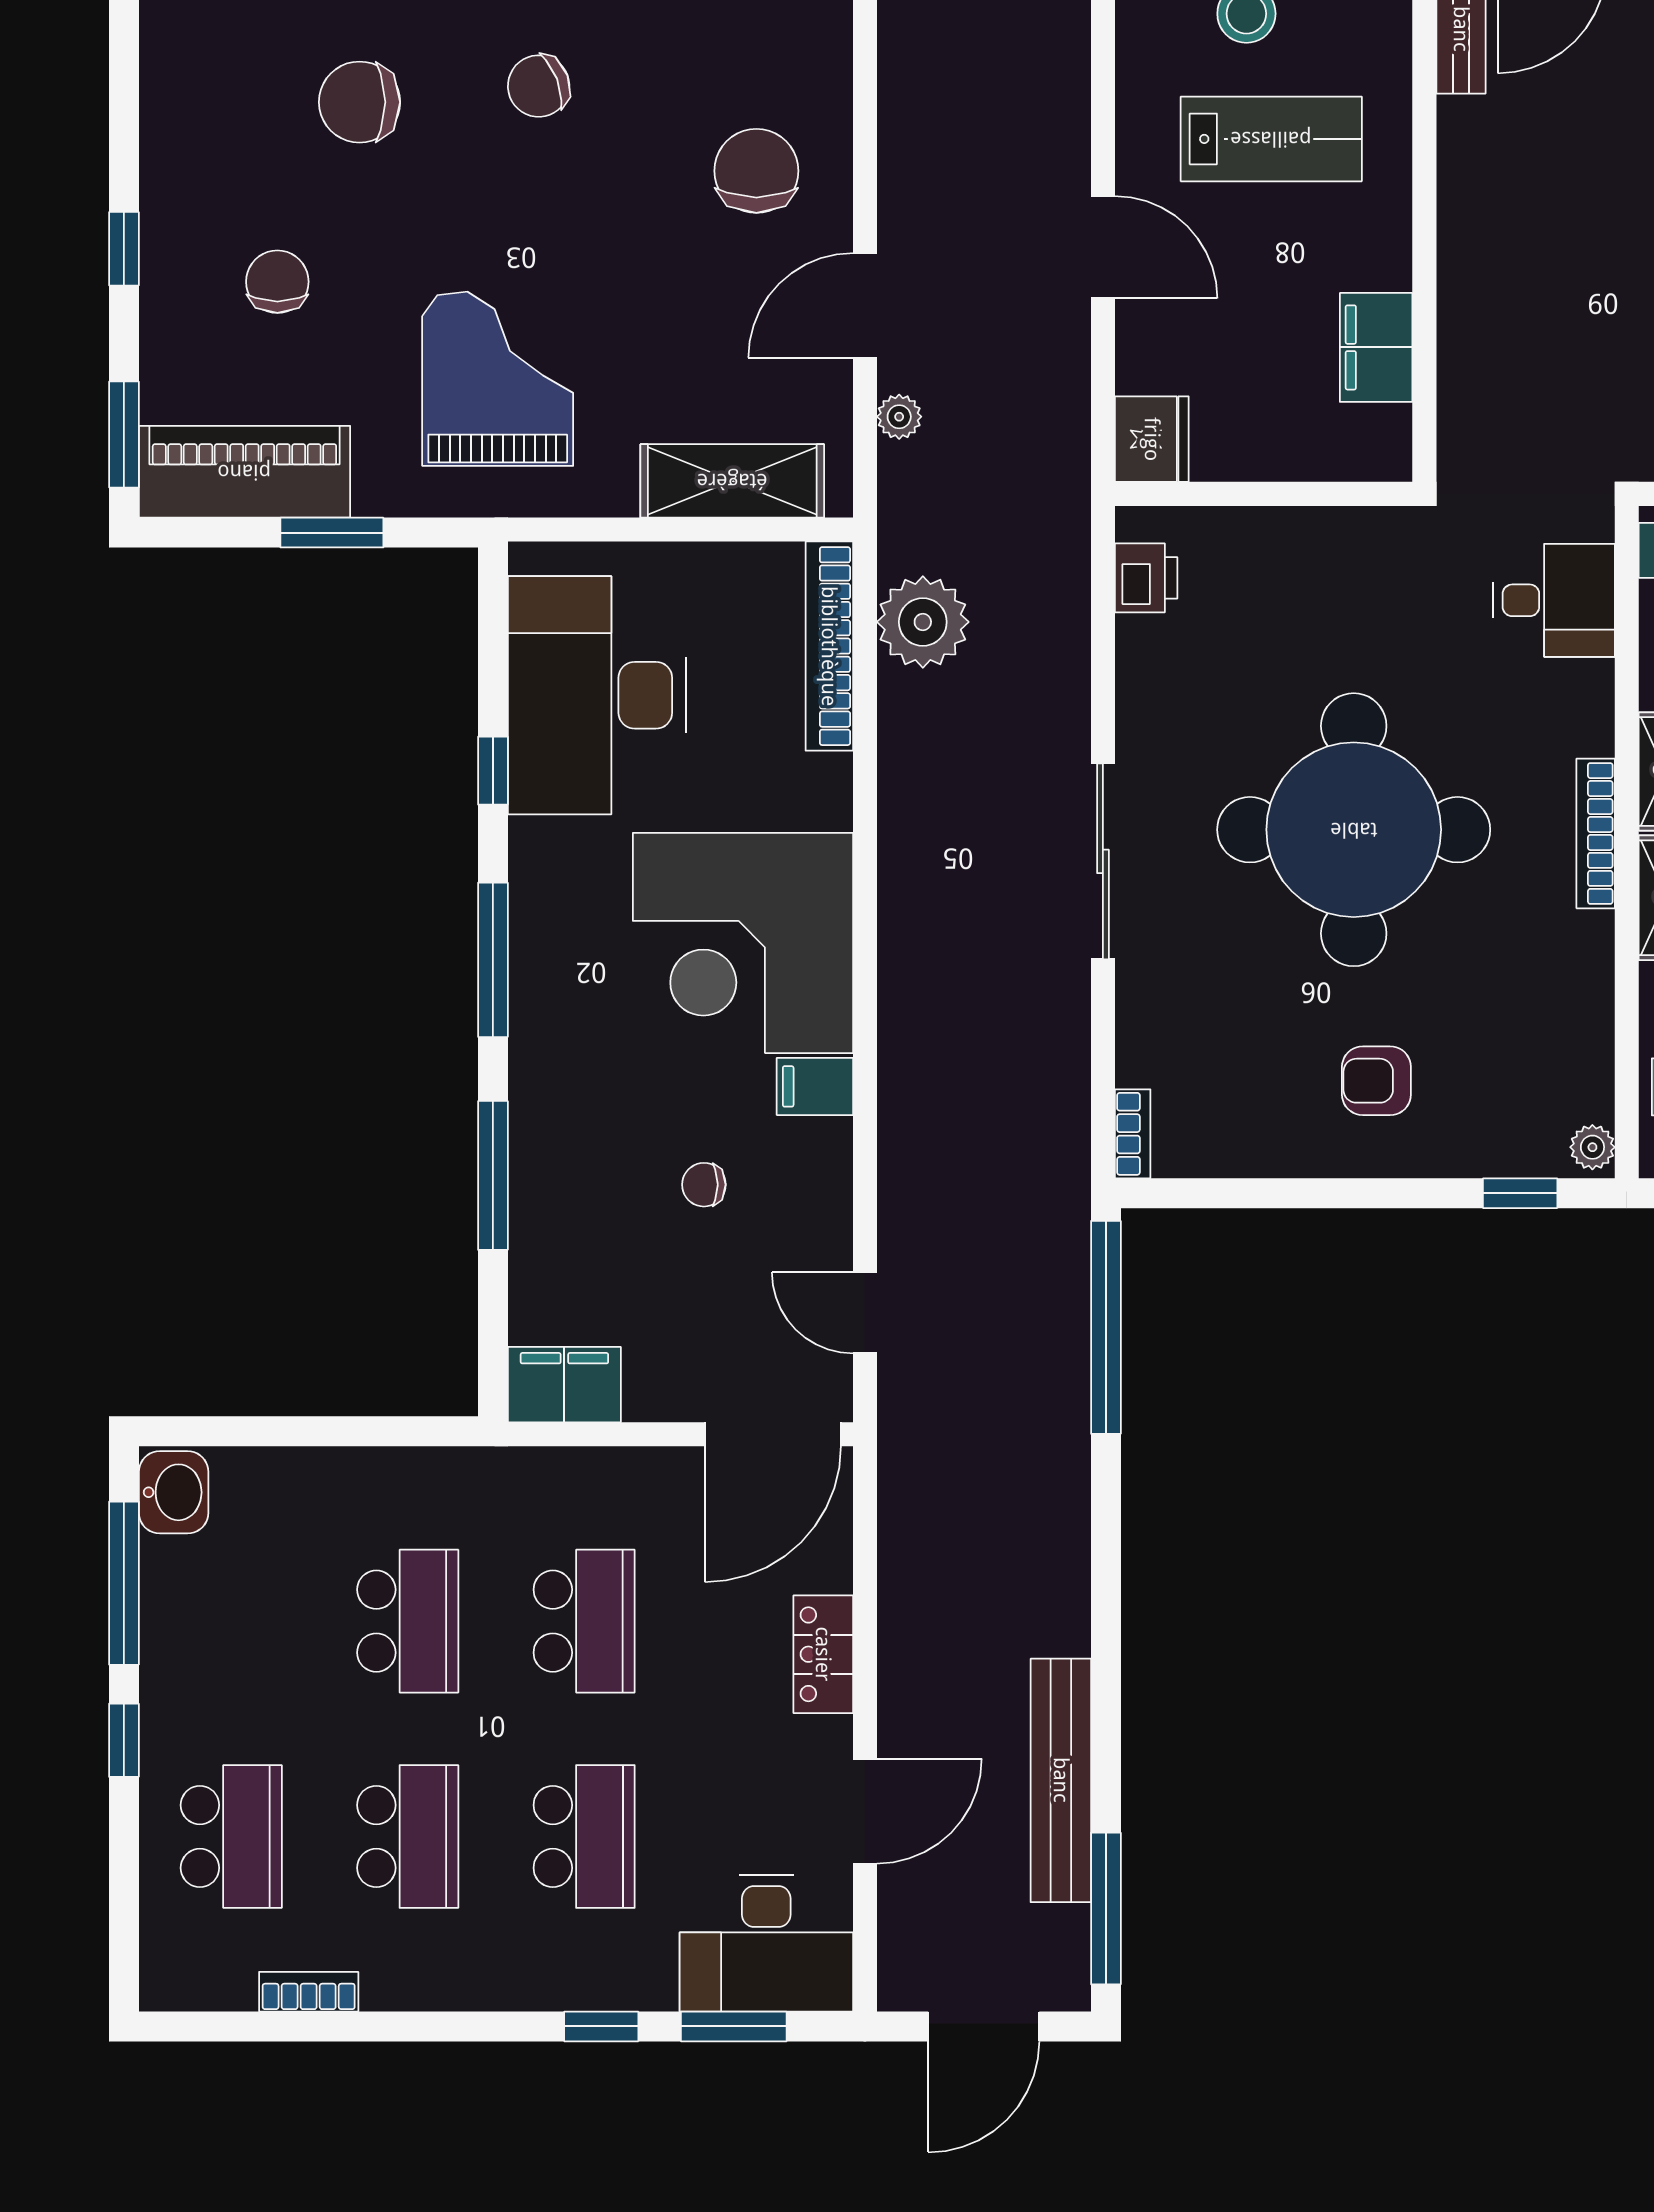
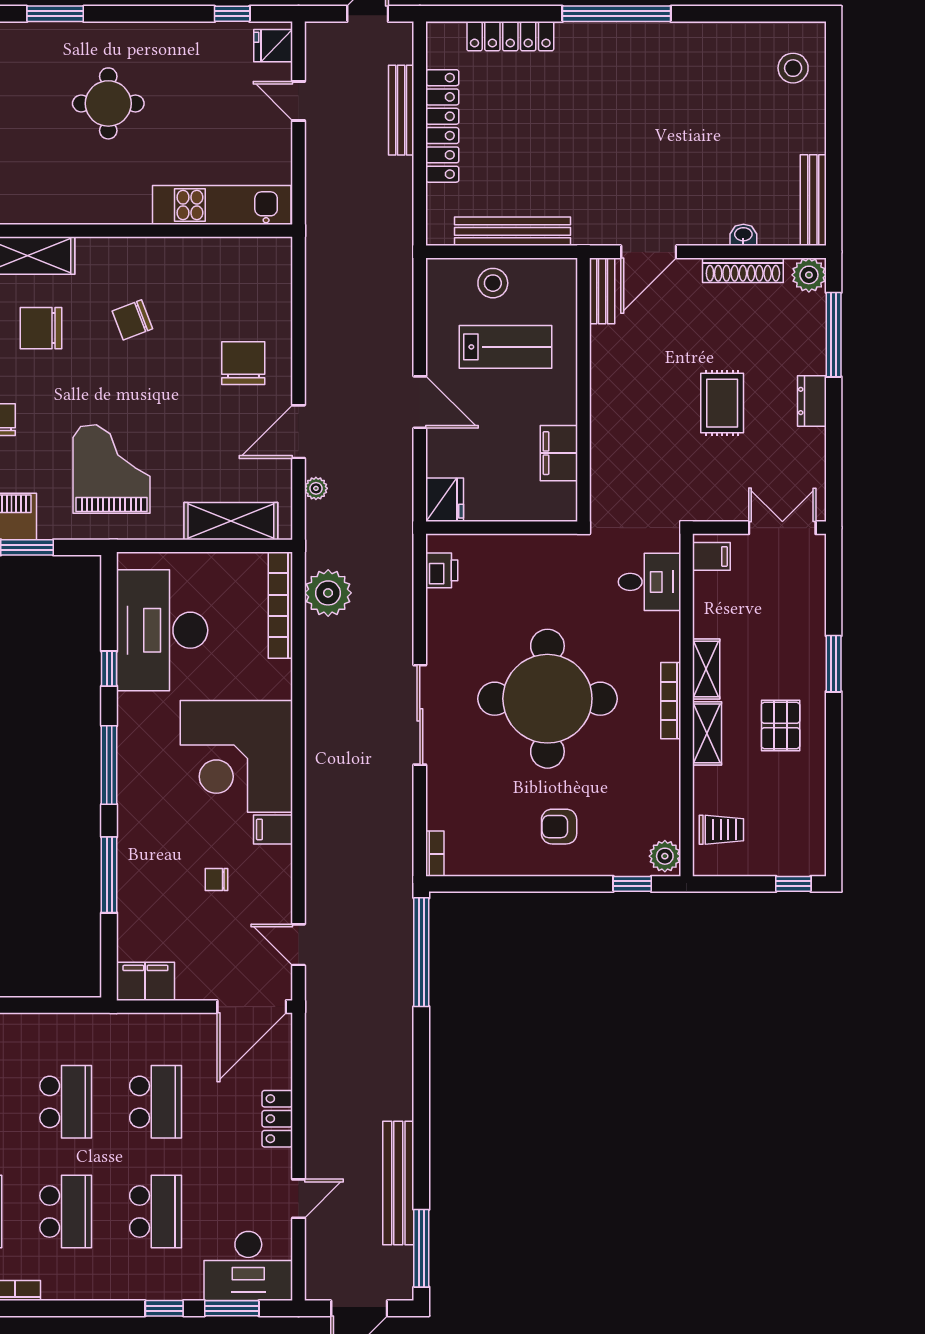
plant: (1592, 1147) -> (665, 856), width x1.38, depth x1.38
door: (865, 1811) -> (299, 1199), width x0.73

